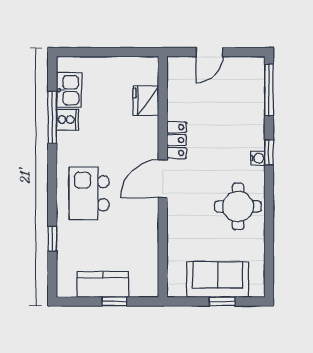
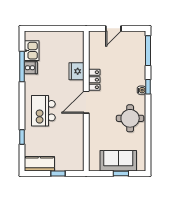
fridge: (146, 101) -> (76, 71), moved
kitchen counter: (103, 284) -> (39, 164), moved

